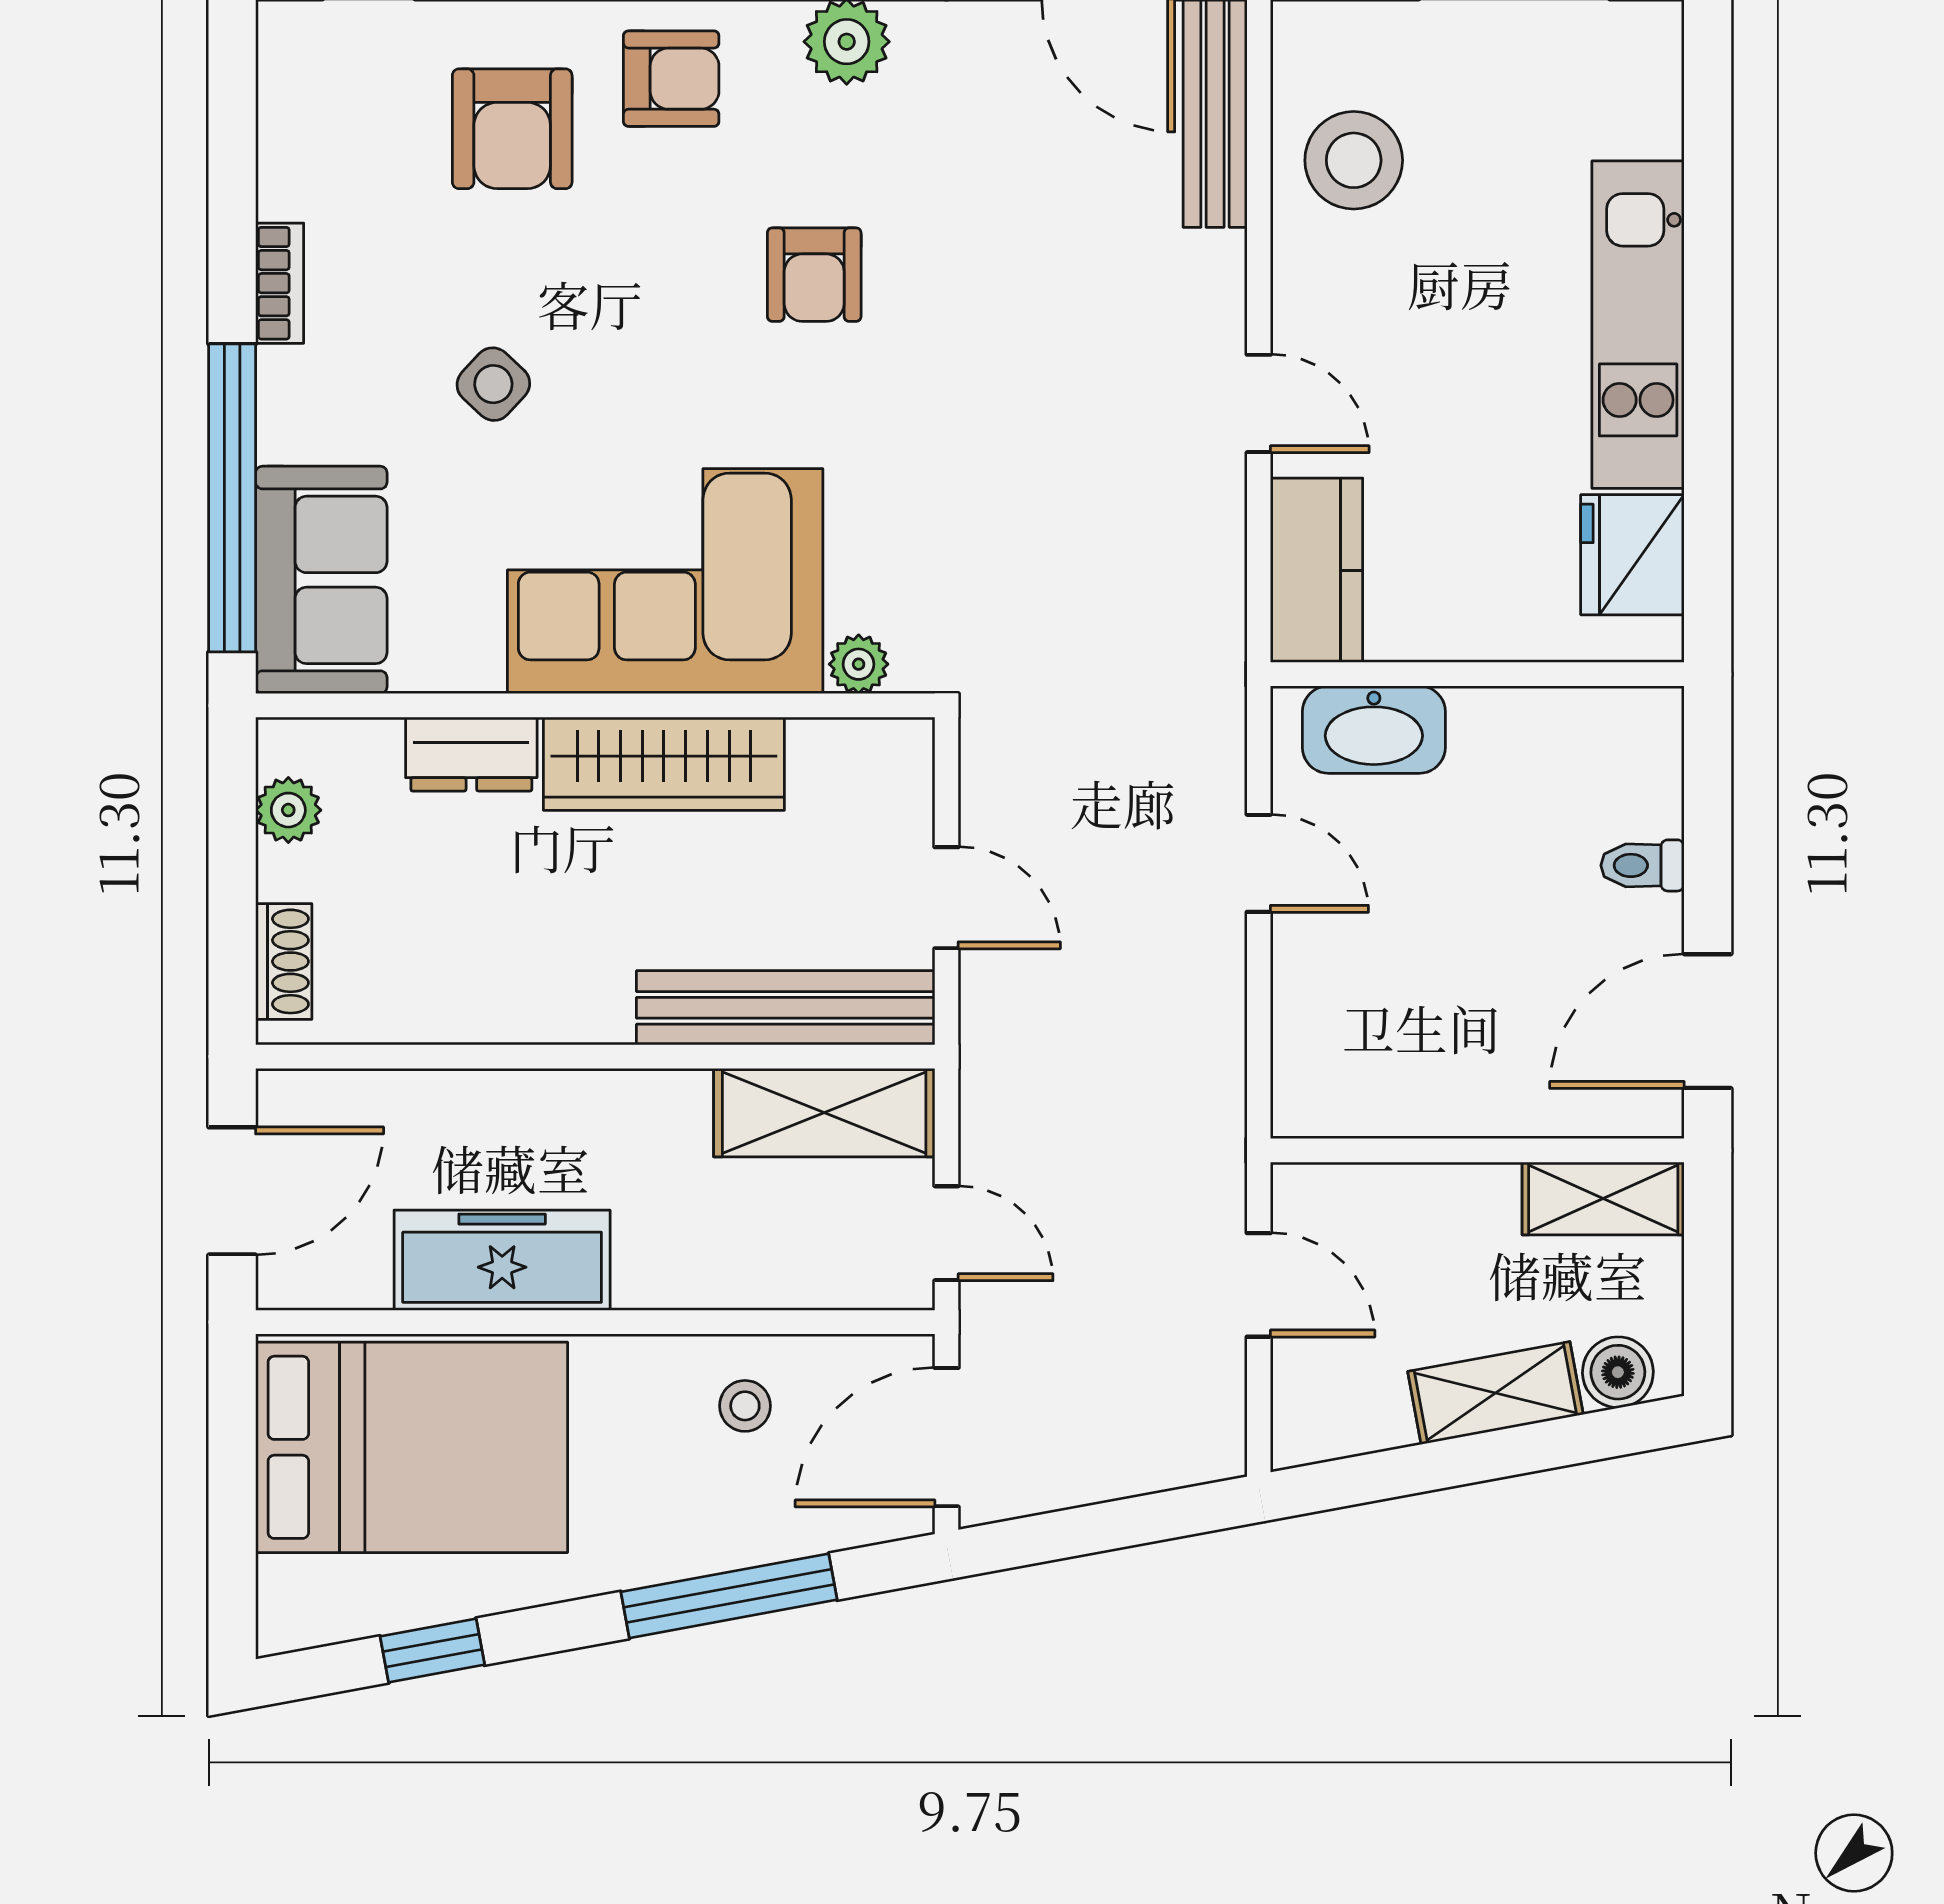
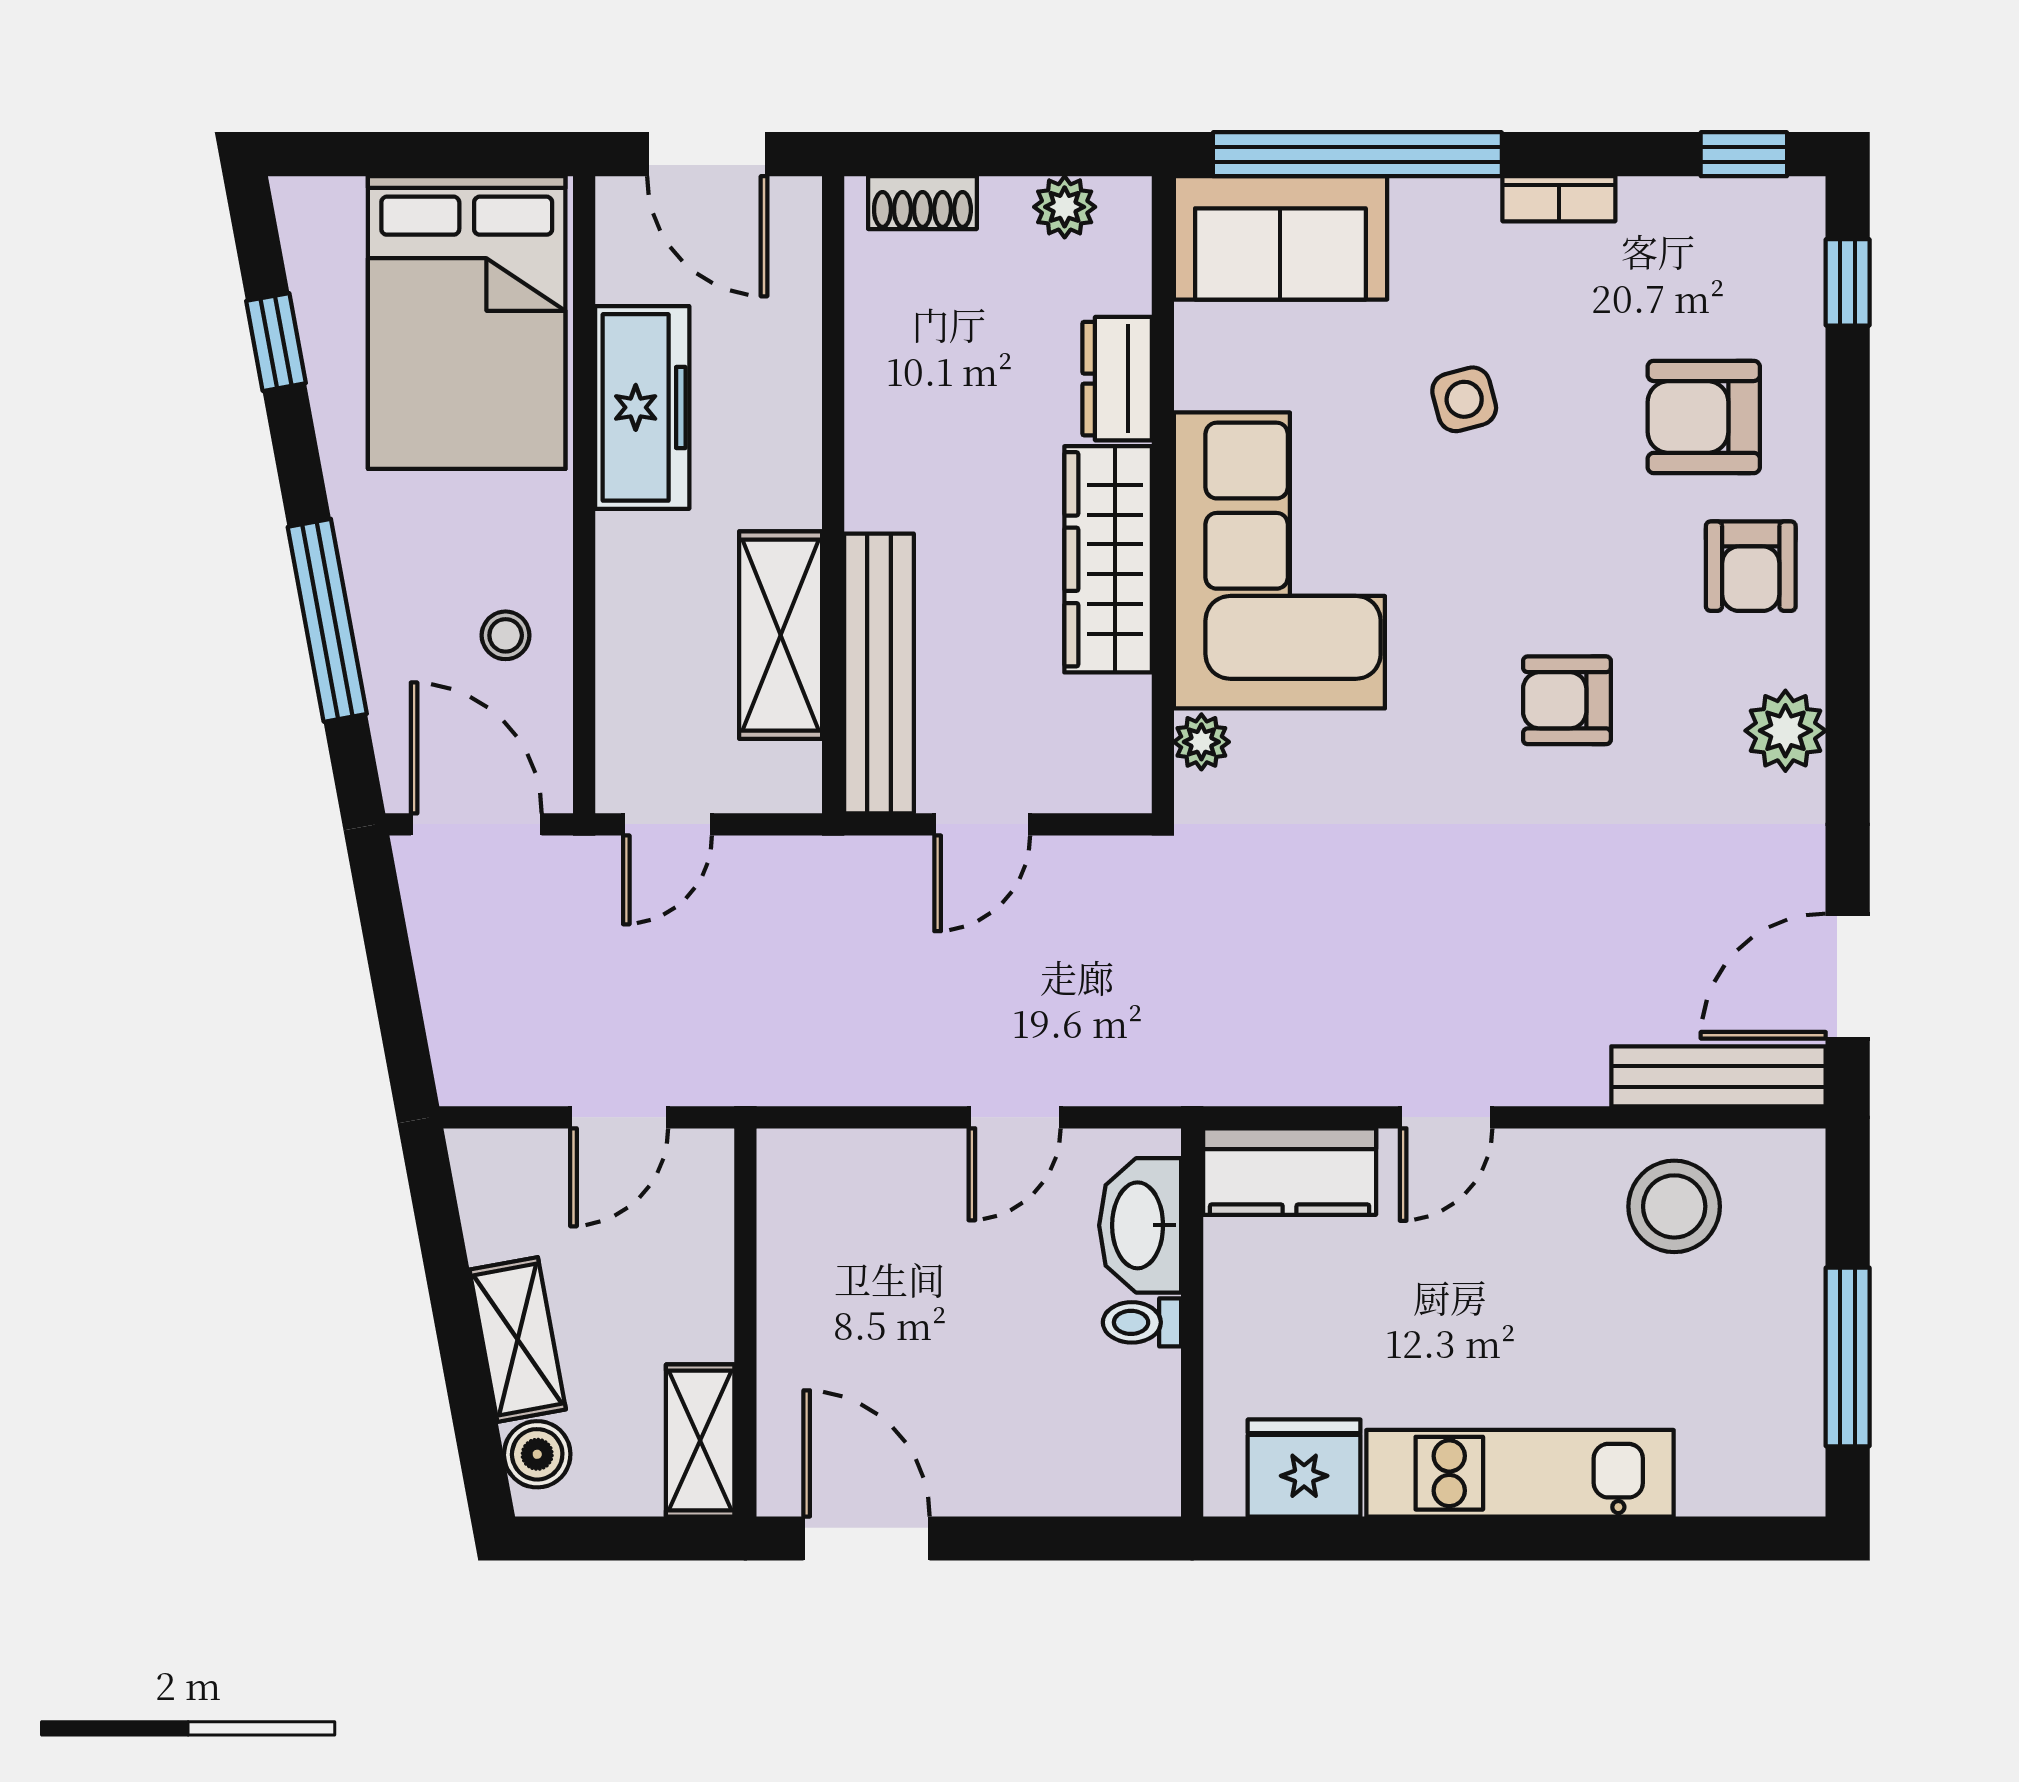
window: (232, 86) -> (1744, 154), added
side table: (493, 384) -> (1464, 399), turned 32
toilet: (1643, 865) -> (1142, 1322), moved, turned -90
shelving: (824, 1113) -> (781, 635), moved

